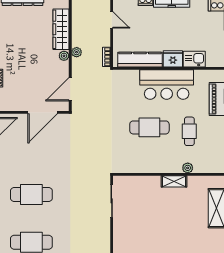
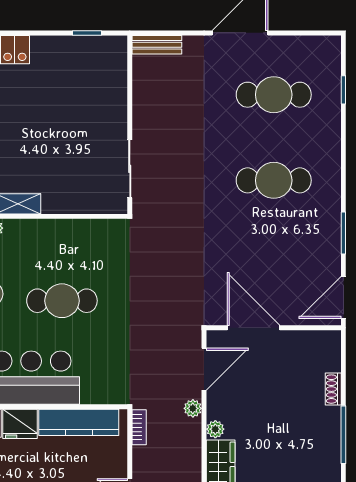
plant: (77, 52) -> (193, 408), moved
door: (43, 112) -> (254, 328), hinge flipped

